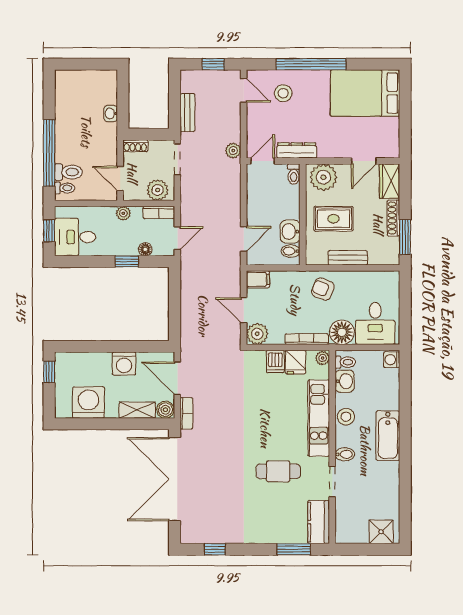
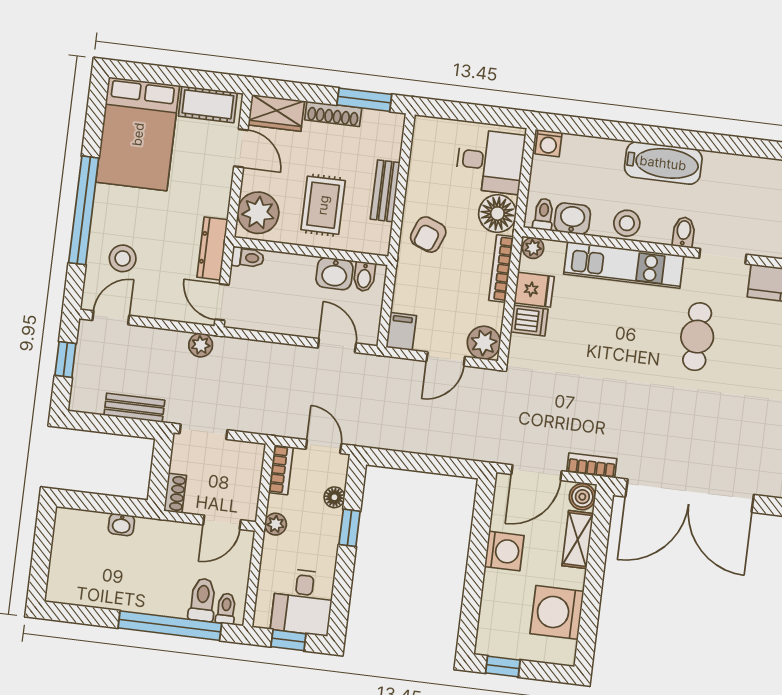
cot: (390, 136) -> (208, 104), added
plant: (158, 190) -> (247, 468), removed

